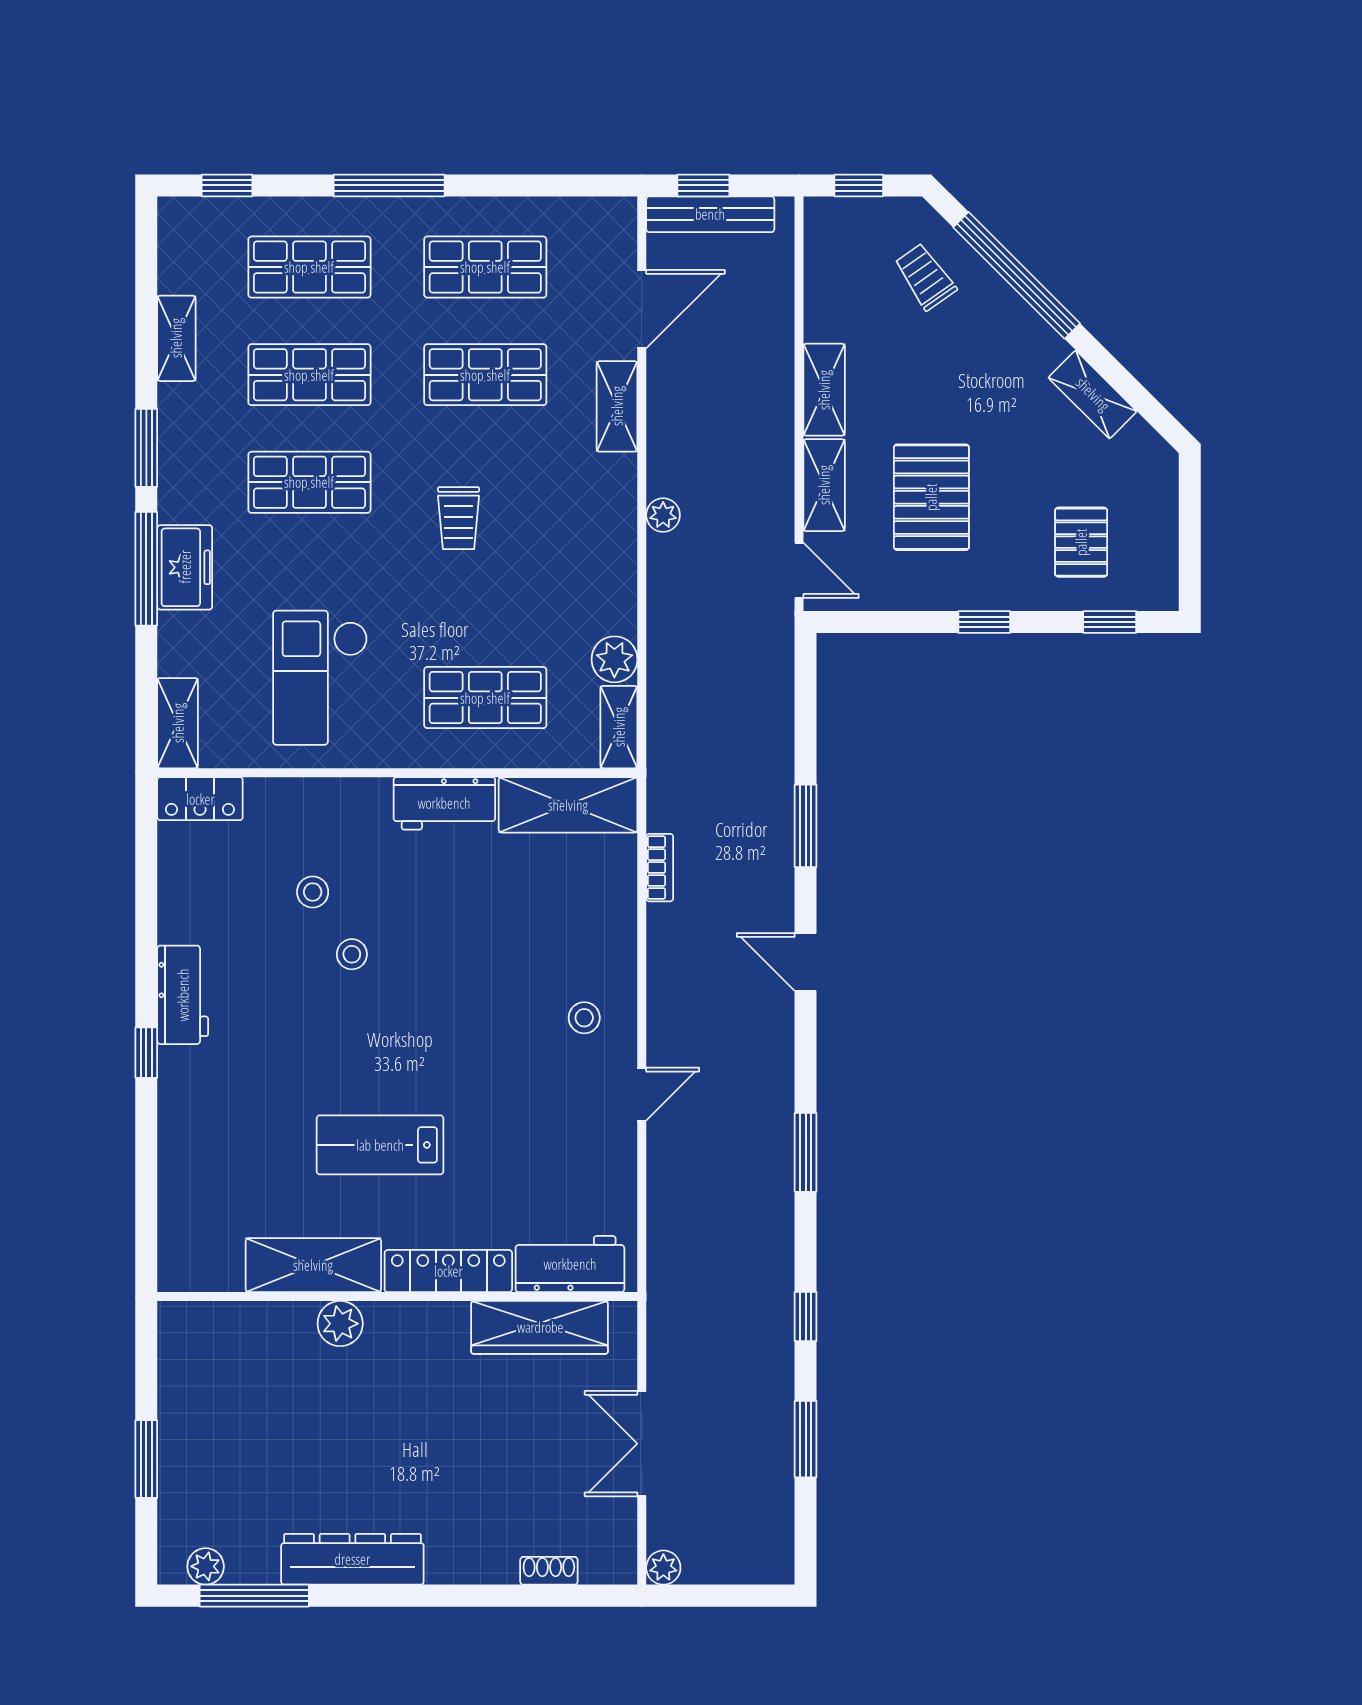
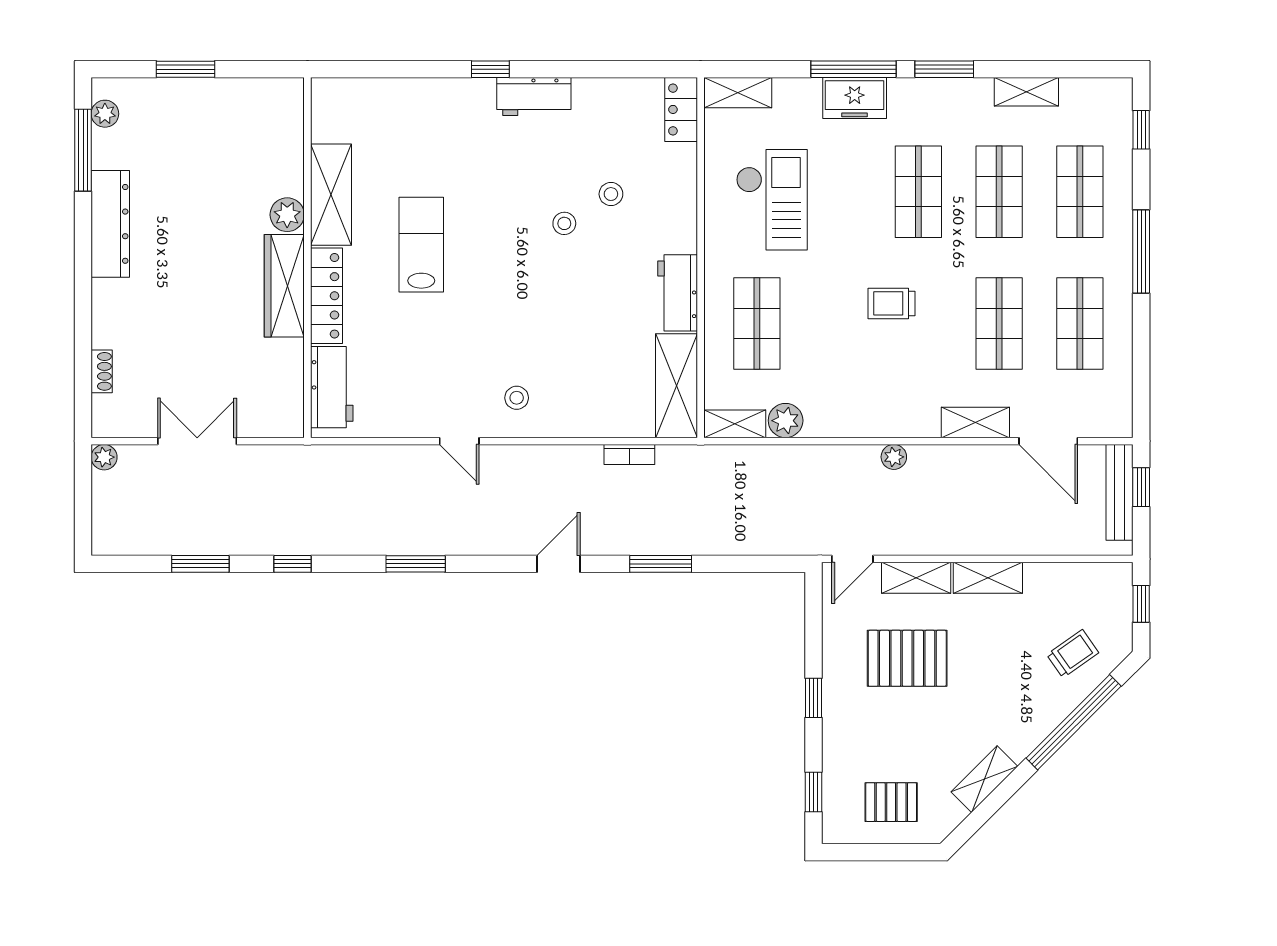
pallet: (1081, 542) -> (891, 802), moved
checkout: (320, 678) -> (772, 200), turned 90
wardrobe: (540, 1327) -> (284, 286), moved

